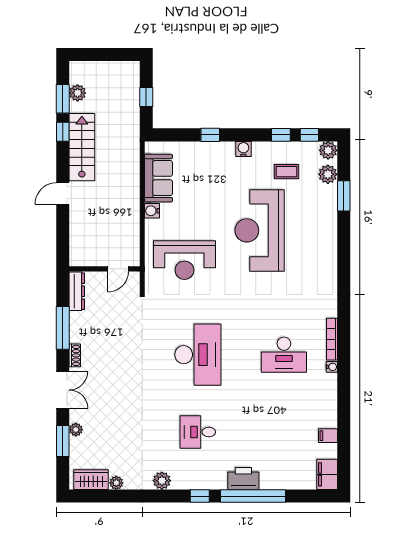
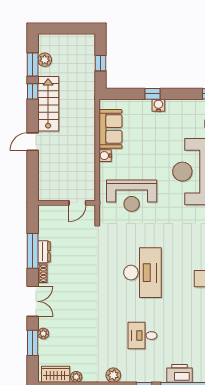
water cooler: (243, 149) -> (158, 105), moved
dresser: (77, 291) -> (44, 252), moved, width x0.70

